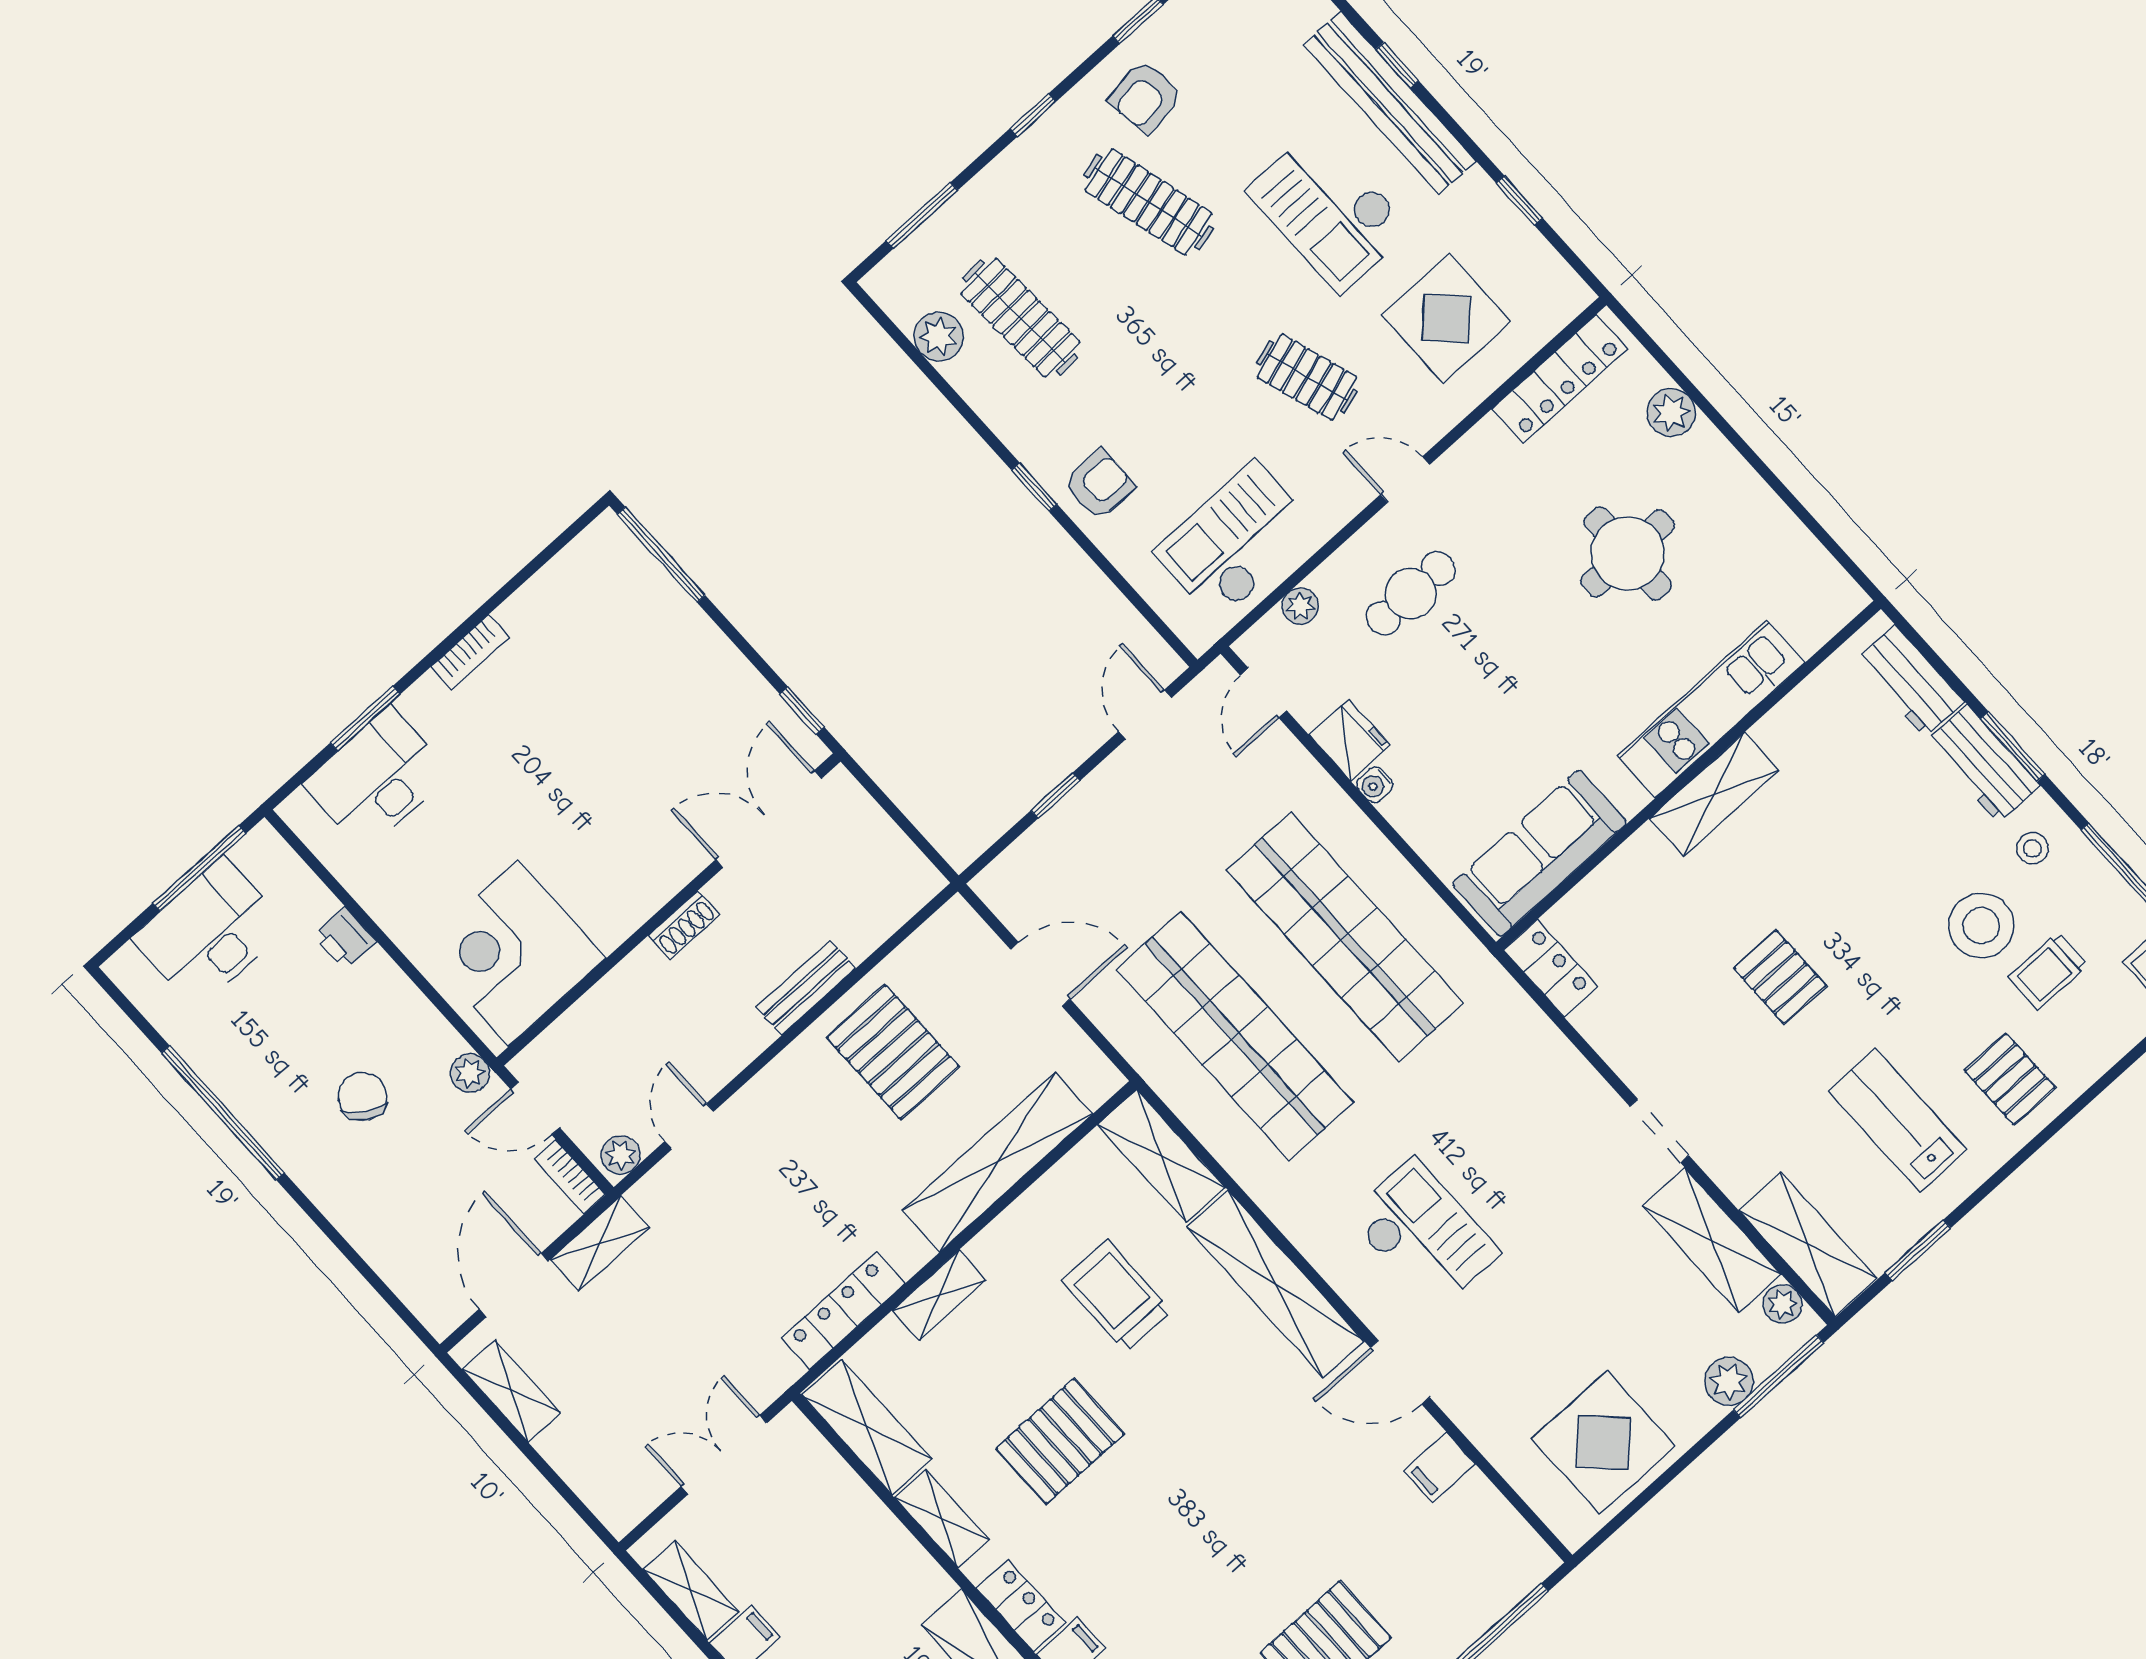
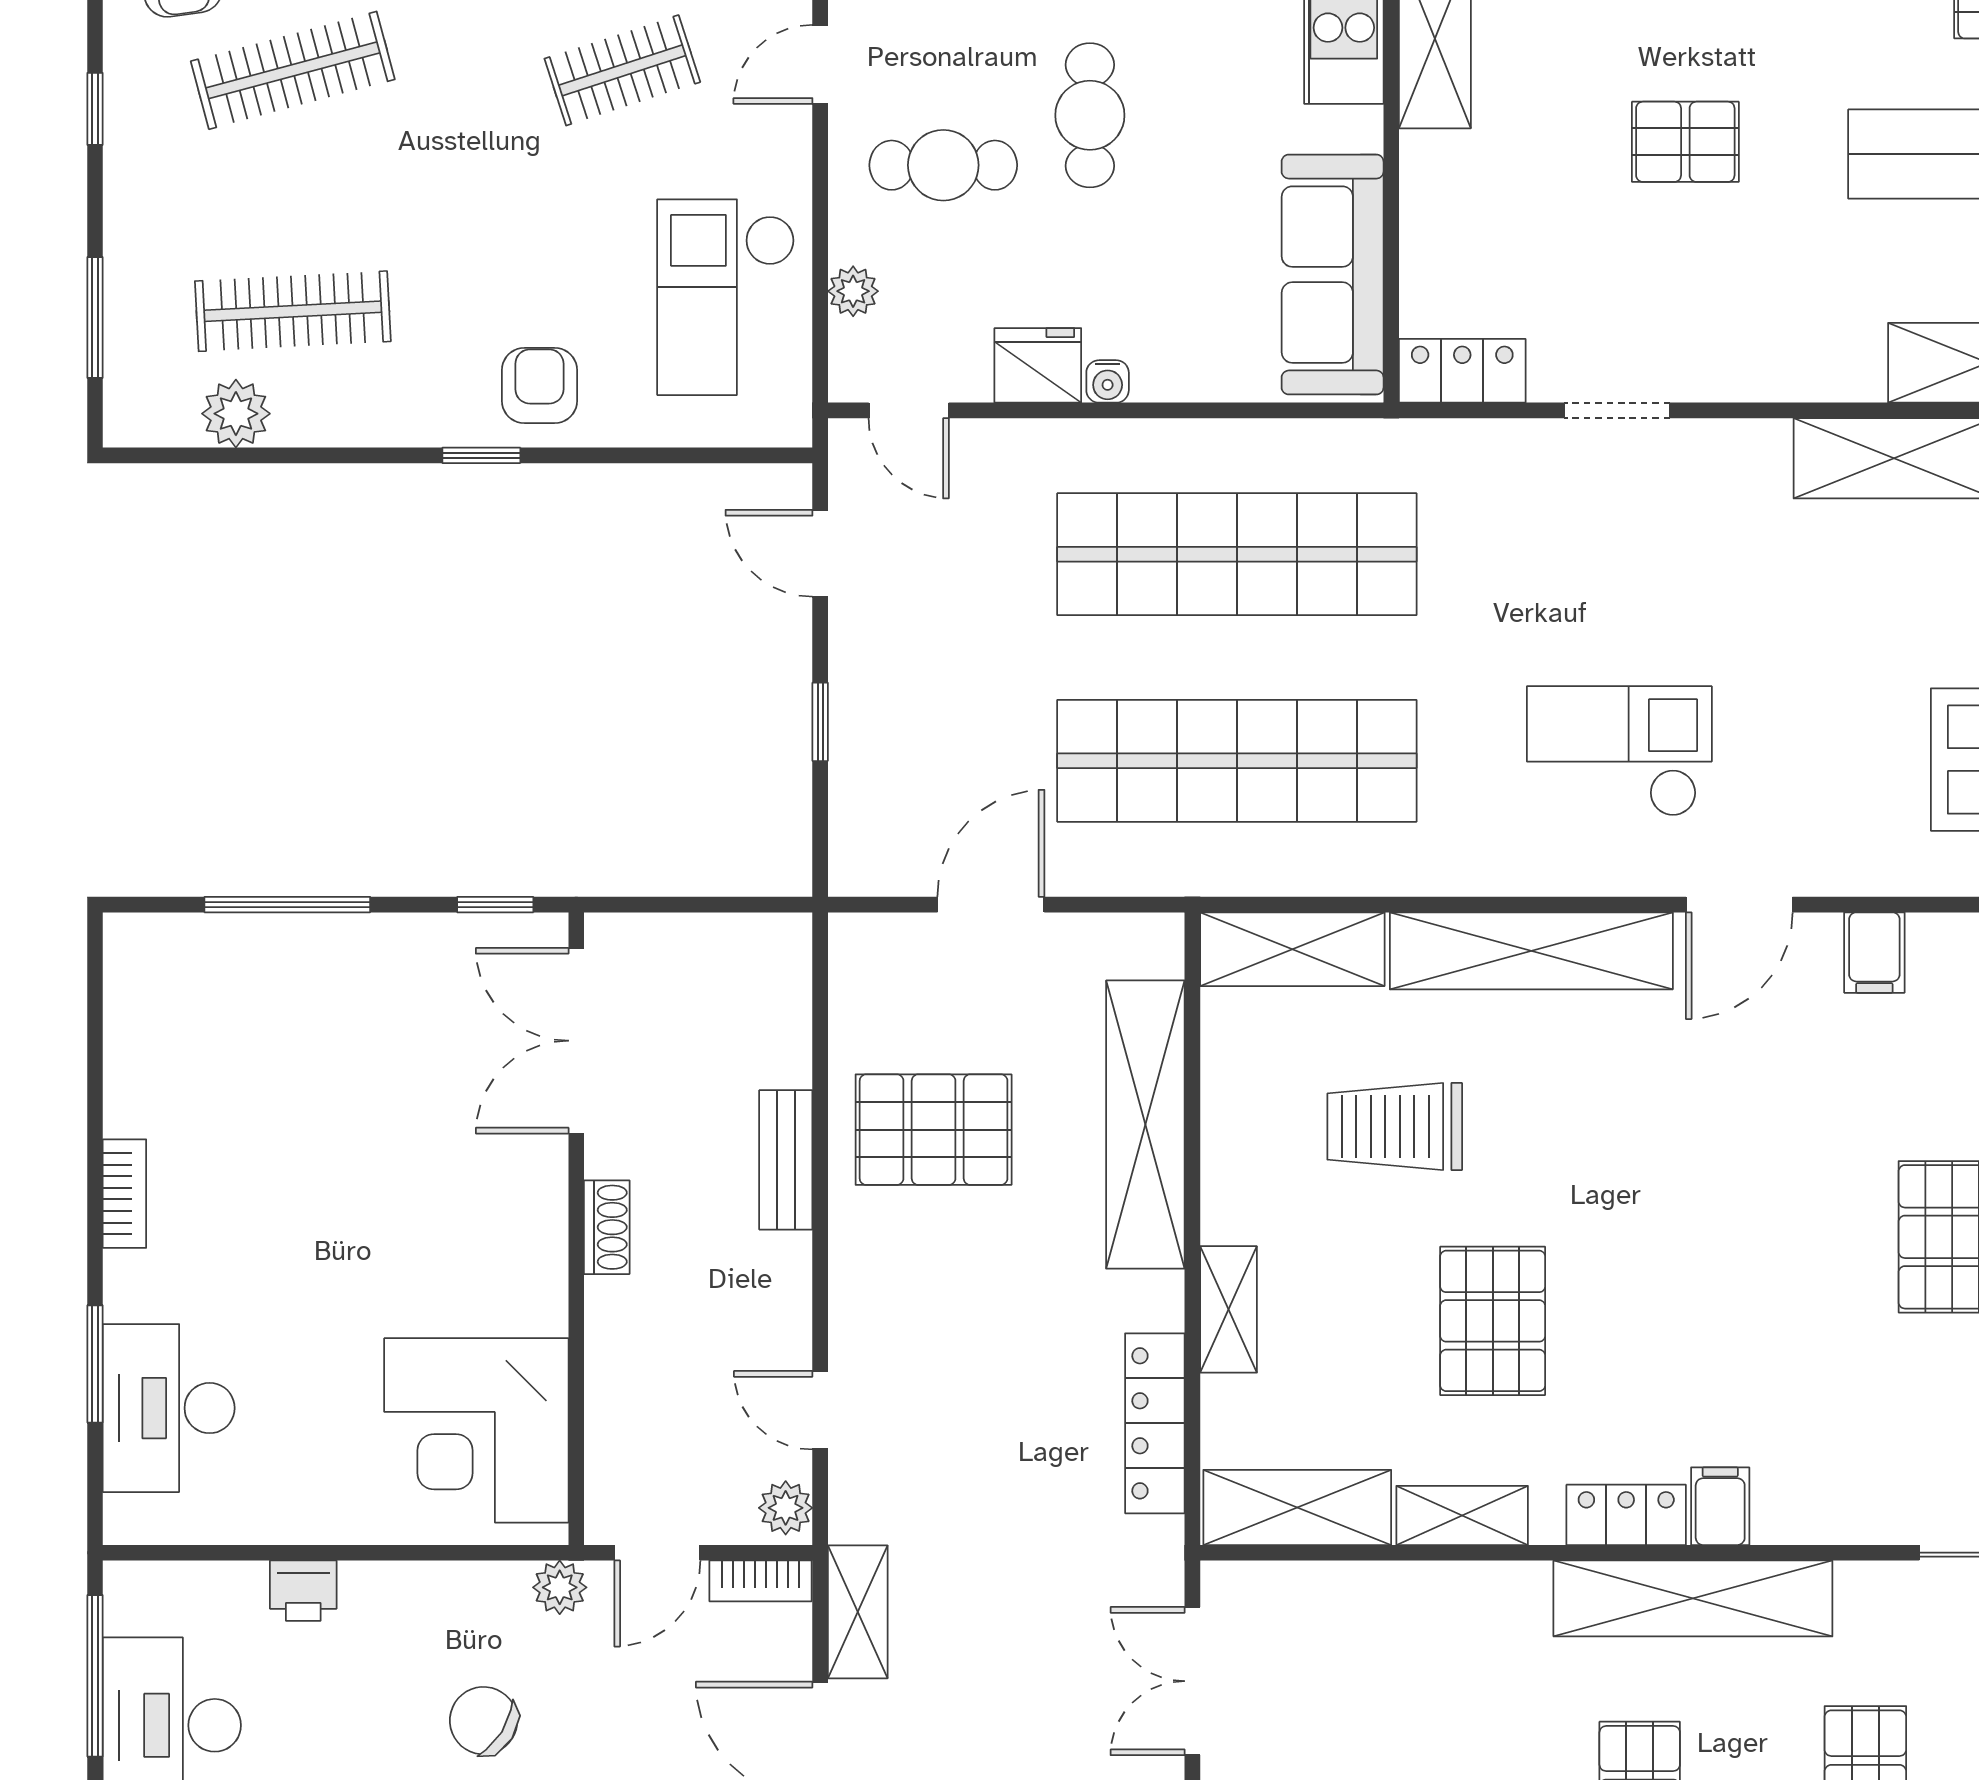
window: (661, 555) -> (287, 905), moved
cafe table: (1411, 593) -> (943, 165), turned 90
cafe table: (1508, 647) -> (1090, 115), added
doorway: (1659, 1131) -> (1617, 410), moved

